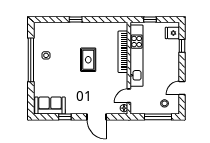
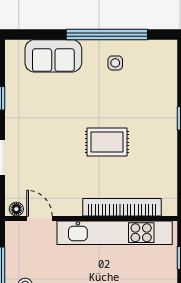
sofa: (50, 106) -> (53, 56), moved, turned 90

